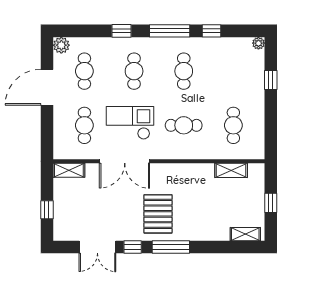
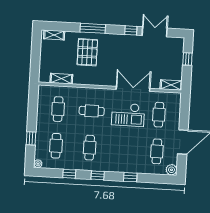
window: (170, 31) -> (98, 175), width x0.46
cafe table: (134, 71) -> (56, 146), moved
window: (271, 203) -> (36, 55), removed
pallet: (158, 214) -> (87, 52), moved
window: (171, 247) -> (93, 28), moved

